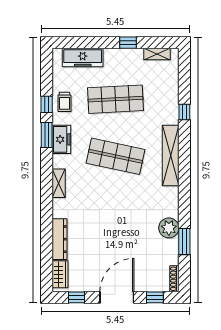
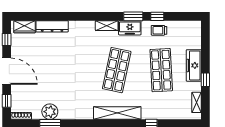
freezer: (83, 57) -> (194, 65), moved
shelving: (59, 183) -> (107, 26), moved
plant: (169, 228) -> (50, 112), moved

